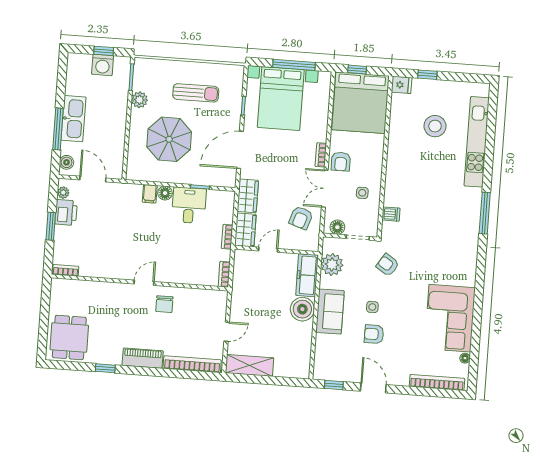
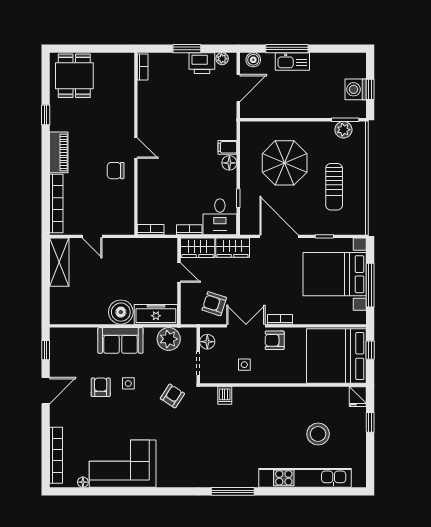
plant: (139, 100) -> (343, 130), moved
kitchen sink: (74, 119) -> (292, 61), width x0.73, depth x0.81
desk: (189, 205) -> (220, 217), moved, turned 90
dining table: (69, 337) -> (74, 76), turned 90

